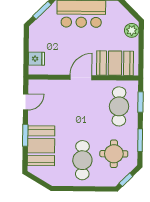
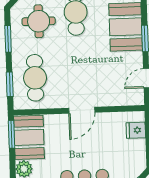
window: (141, 60) -> (11, 134), added
booth: (115, 63) -> (29, 137), moved, turned 90

